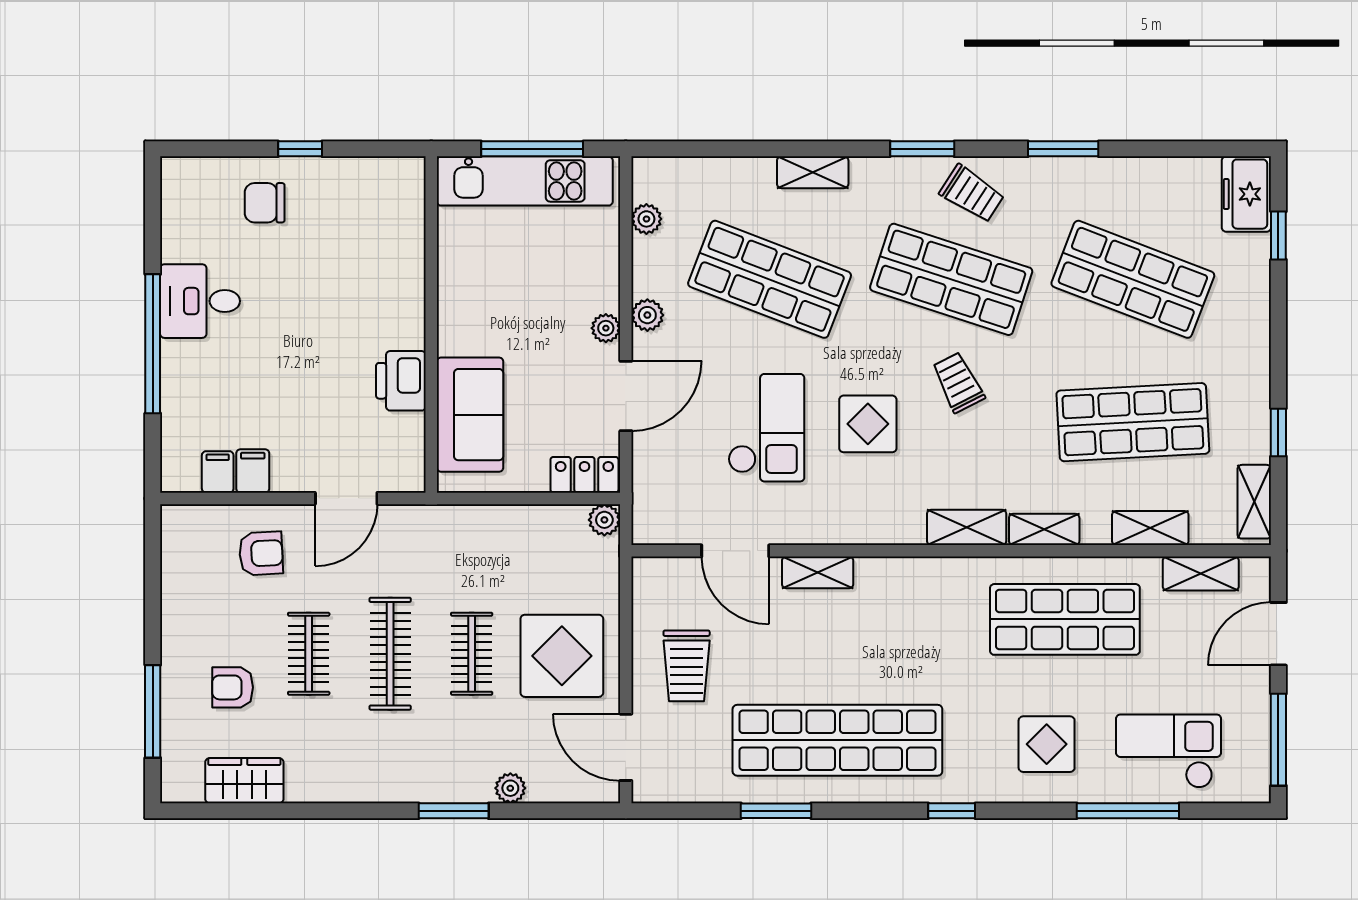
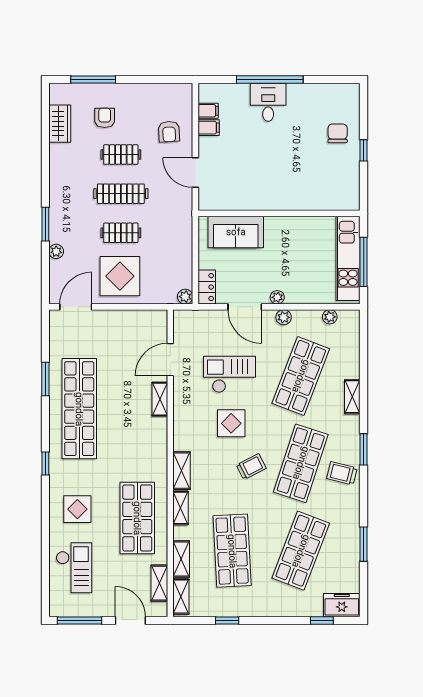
window: (1063, 149) -> (364, 544), moved
trolley: (972, 194) -> (342, 473), turned 71
desk: (200, 301) -> (268, 102), moved
printer: (401, 381) -> (252, 199), removed
checkout: (766, 428) -> (229, 374), turned 180
shelving: (1254, 502) -> (181, 597), moved, turned 90
trolley: (687, 666) -> (115, 336), removed
window: (1128, 811) -> (45, 548), removed

